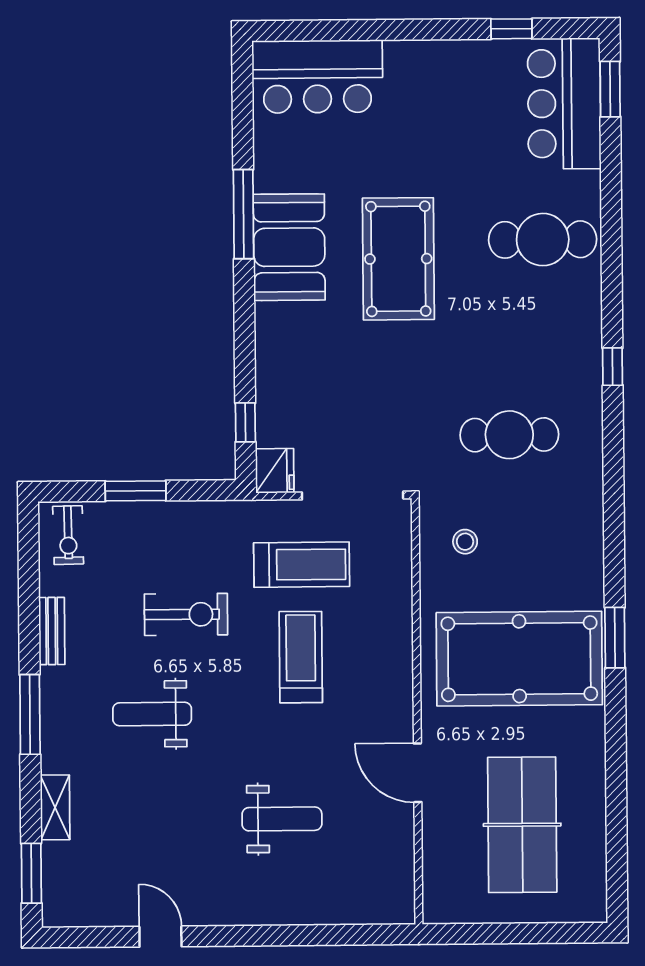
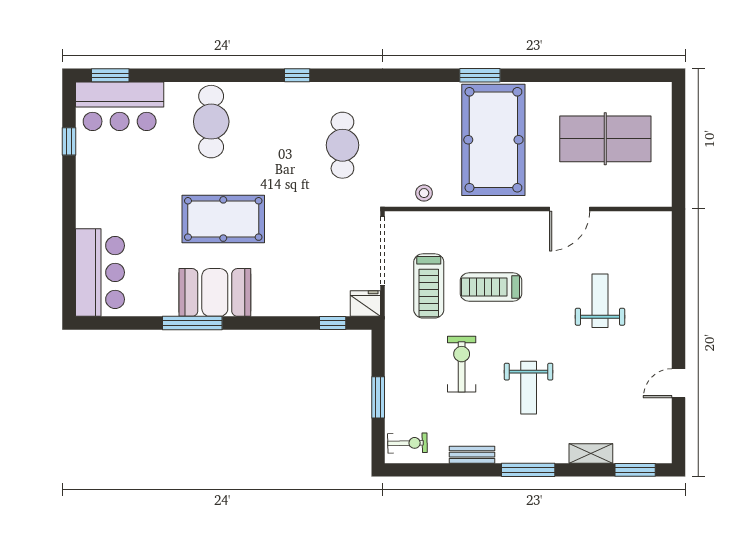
stool: (465, 542) -> (424, 193), moved
treadmill: (302, 565) -> (429, 286), turned 180

